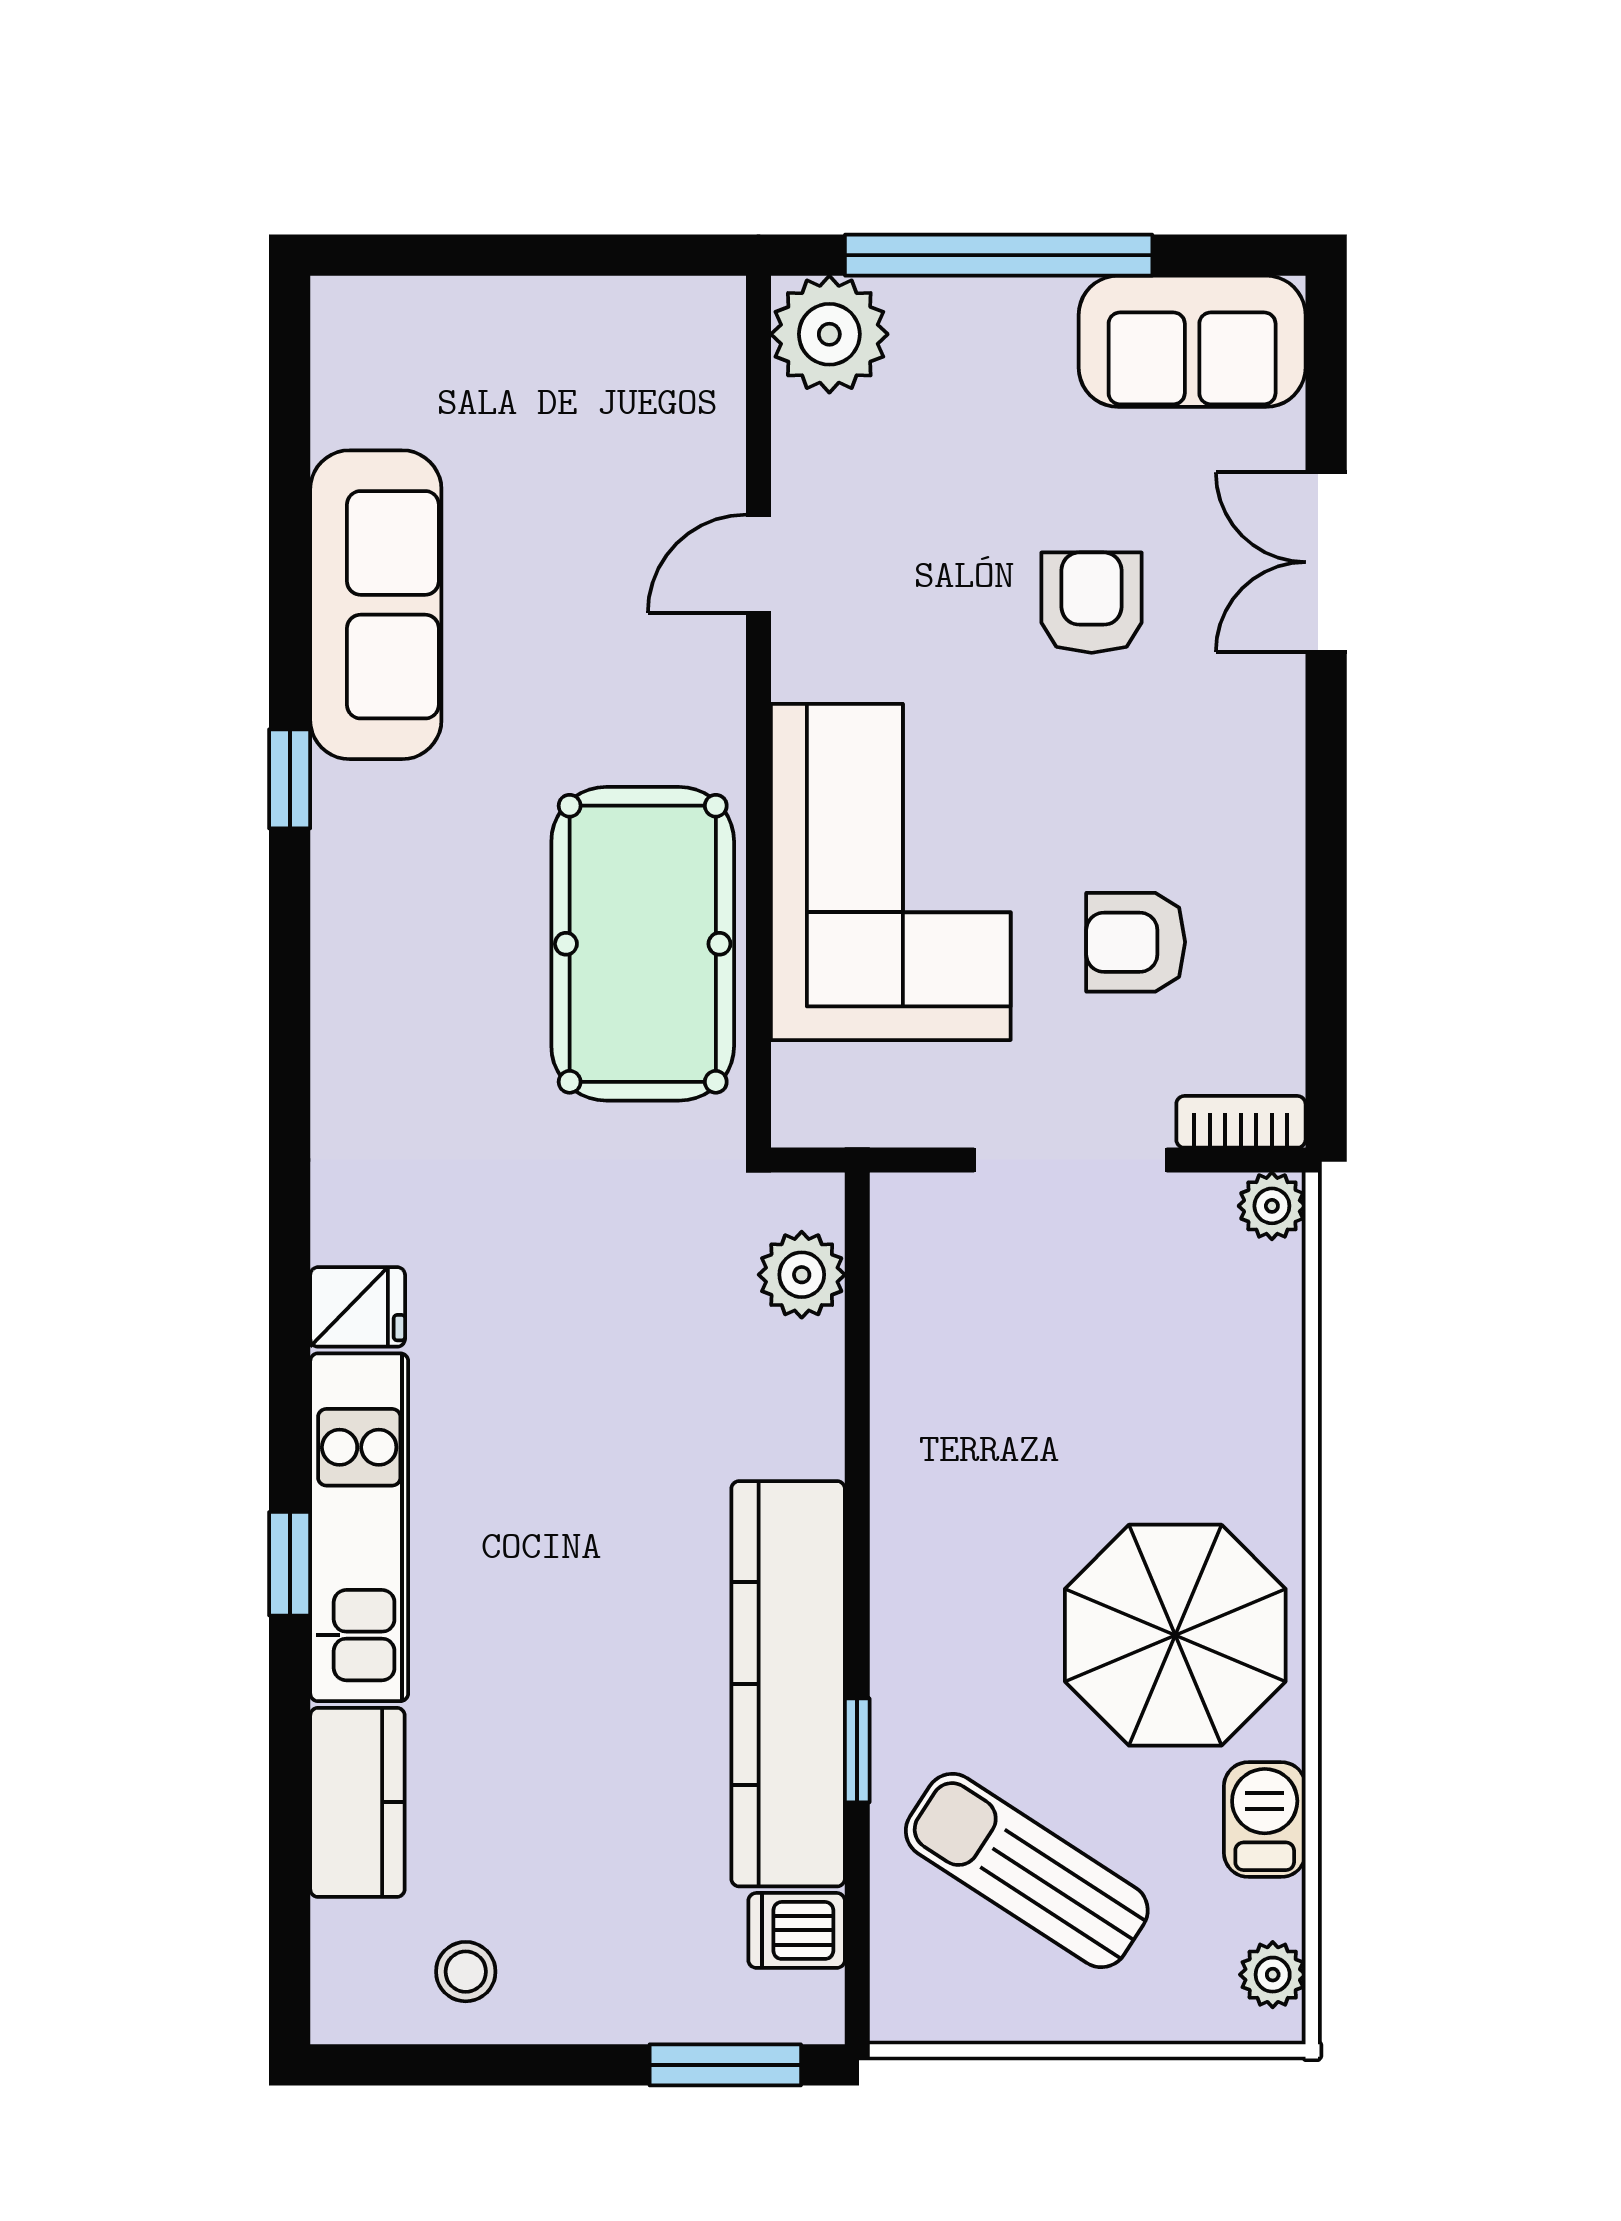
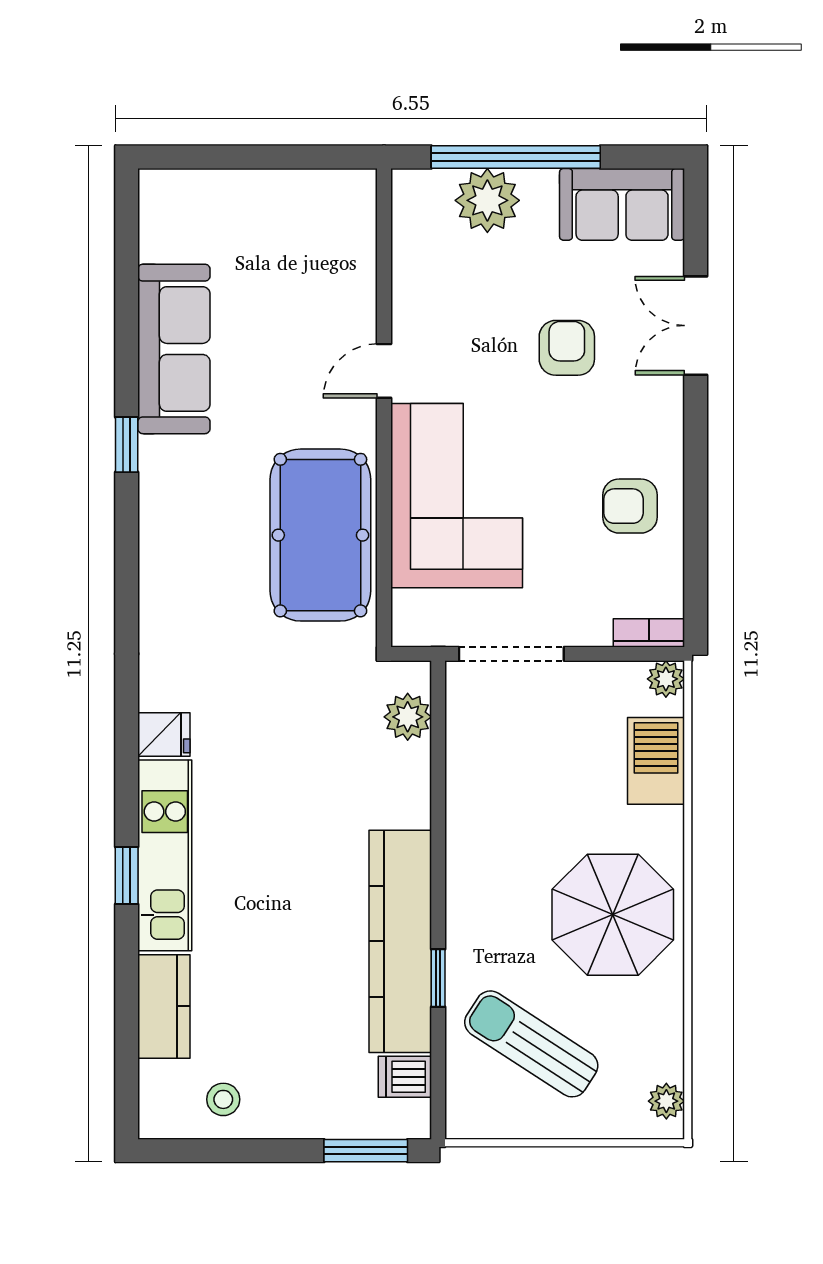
plant: (829, 334) -> (487, 200), moved
door: (758, 564) -> (384, 371), moved
armchair: (1136, 942) -> (630, 506), moved
doorway: (1070, 1160) -> (511, 654), moved
barbecue: (1265, 1820) -> (656, 761), moved, width x1.38, depth x1.27

